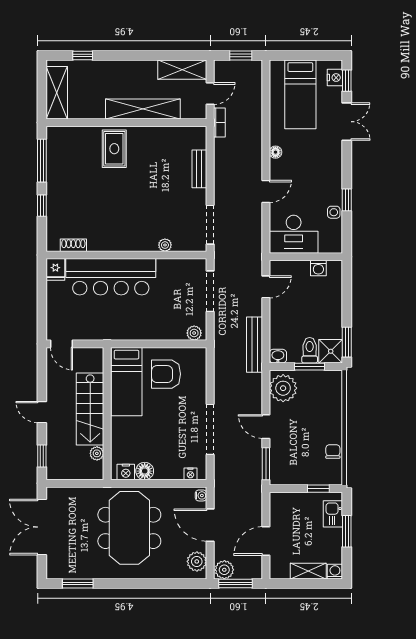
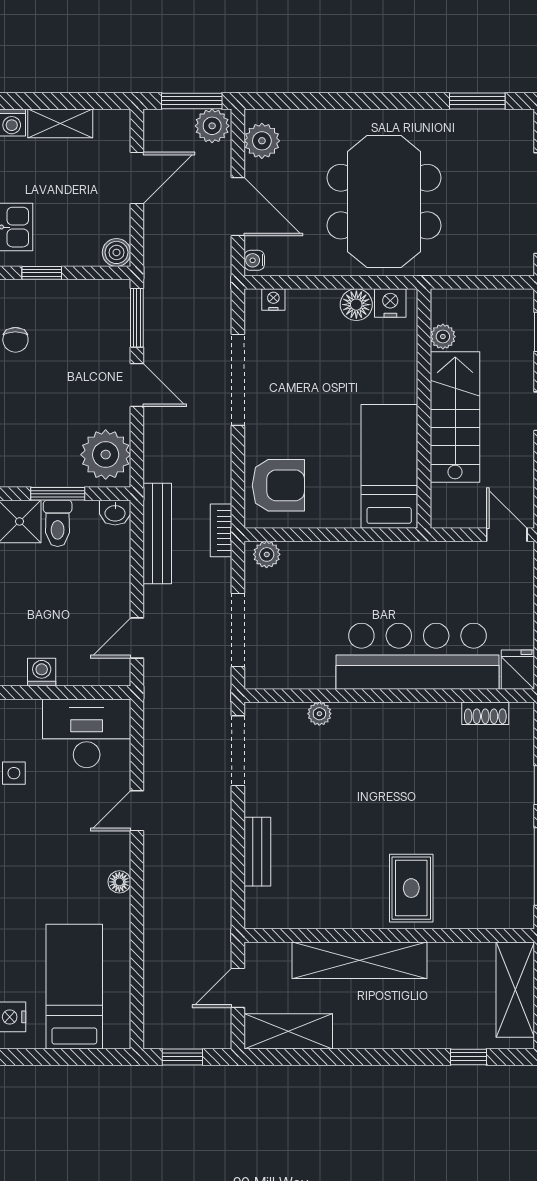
bookcase: (219, 123) -> (221, 530), moved
armchair: (166, 374) -> (278, 485), moved
boiler: (277, 500) -> (116, 252), added

